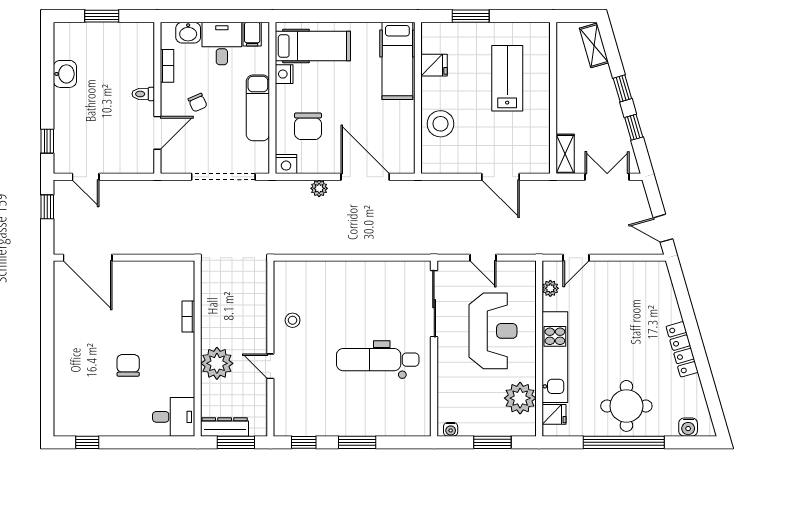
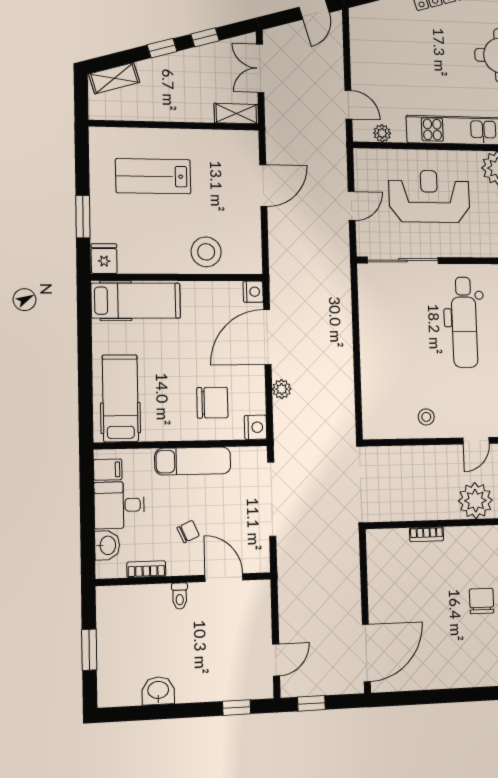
fridge: (434, 65) -> (104, 259), moved
nightstand: (284, 74) -> (253, 292), moved, turned -90
chair: (128, 365) -> (482, 601), turned 90

